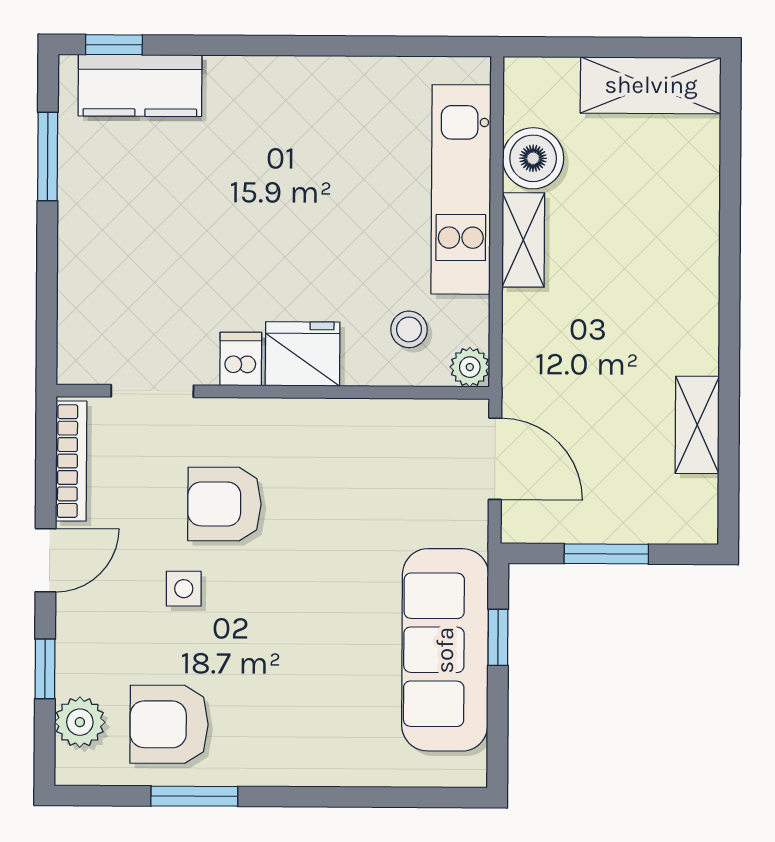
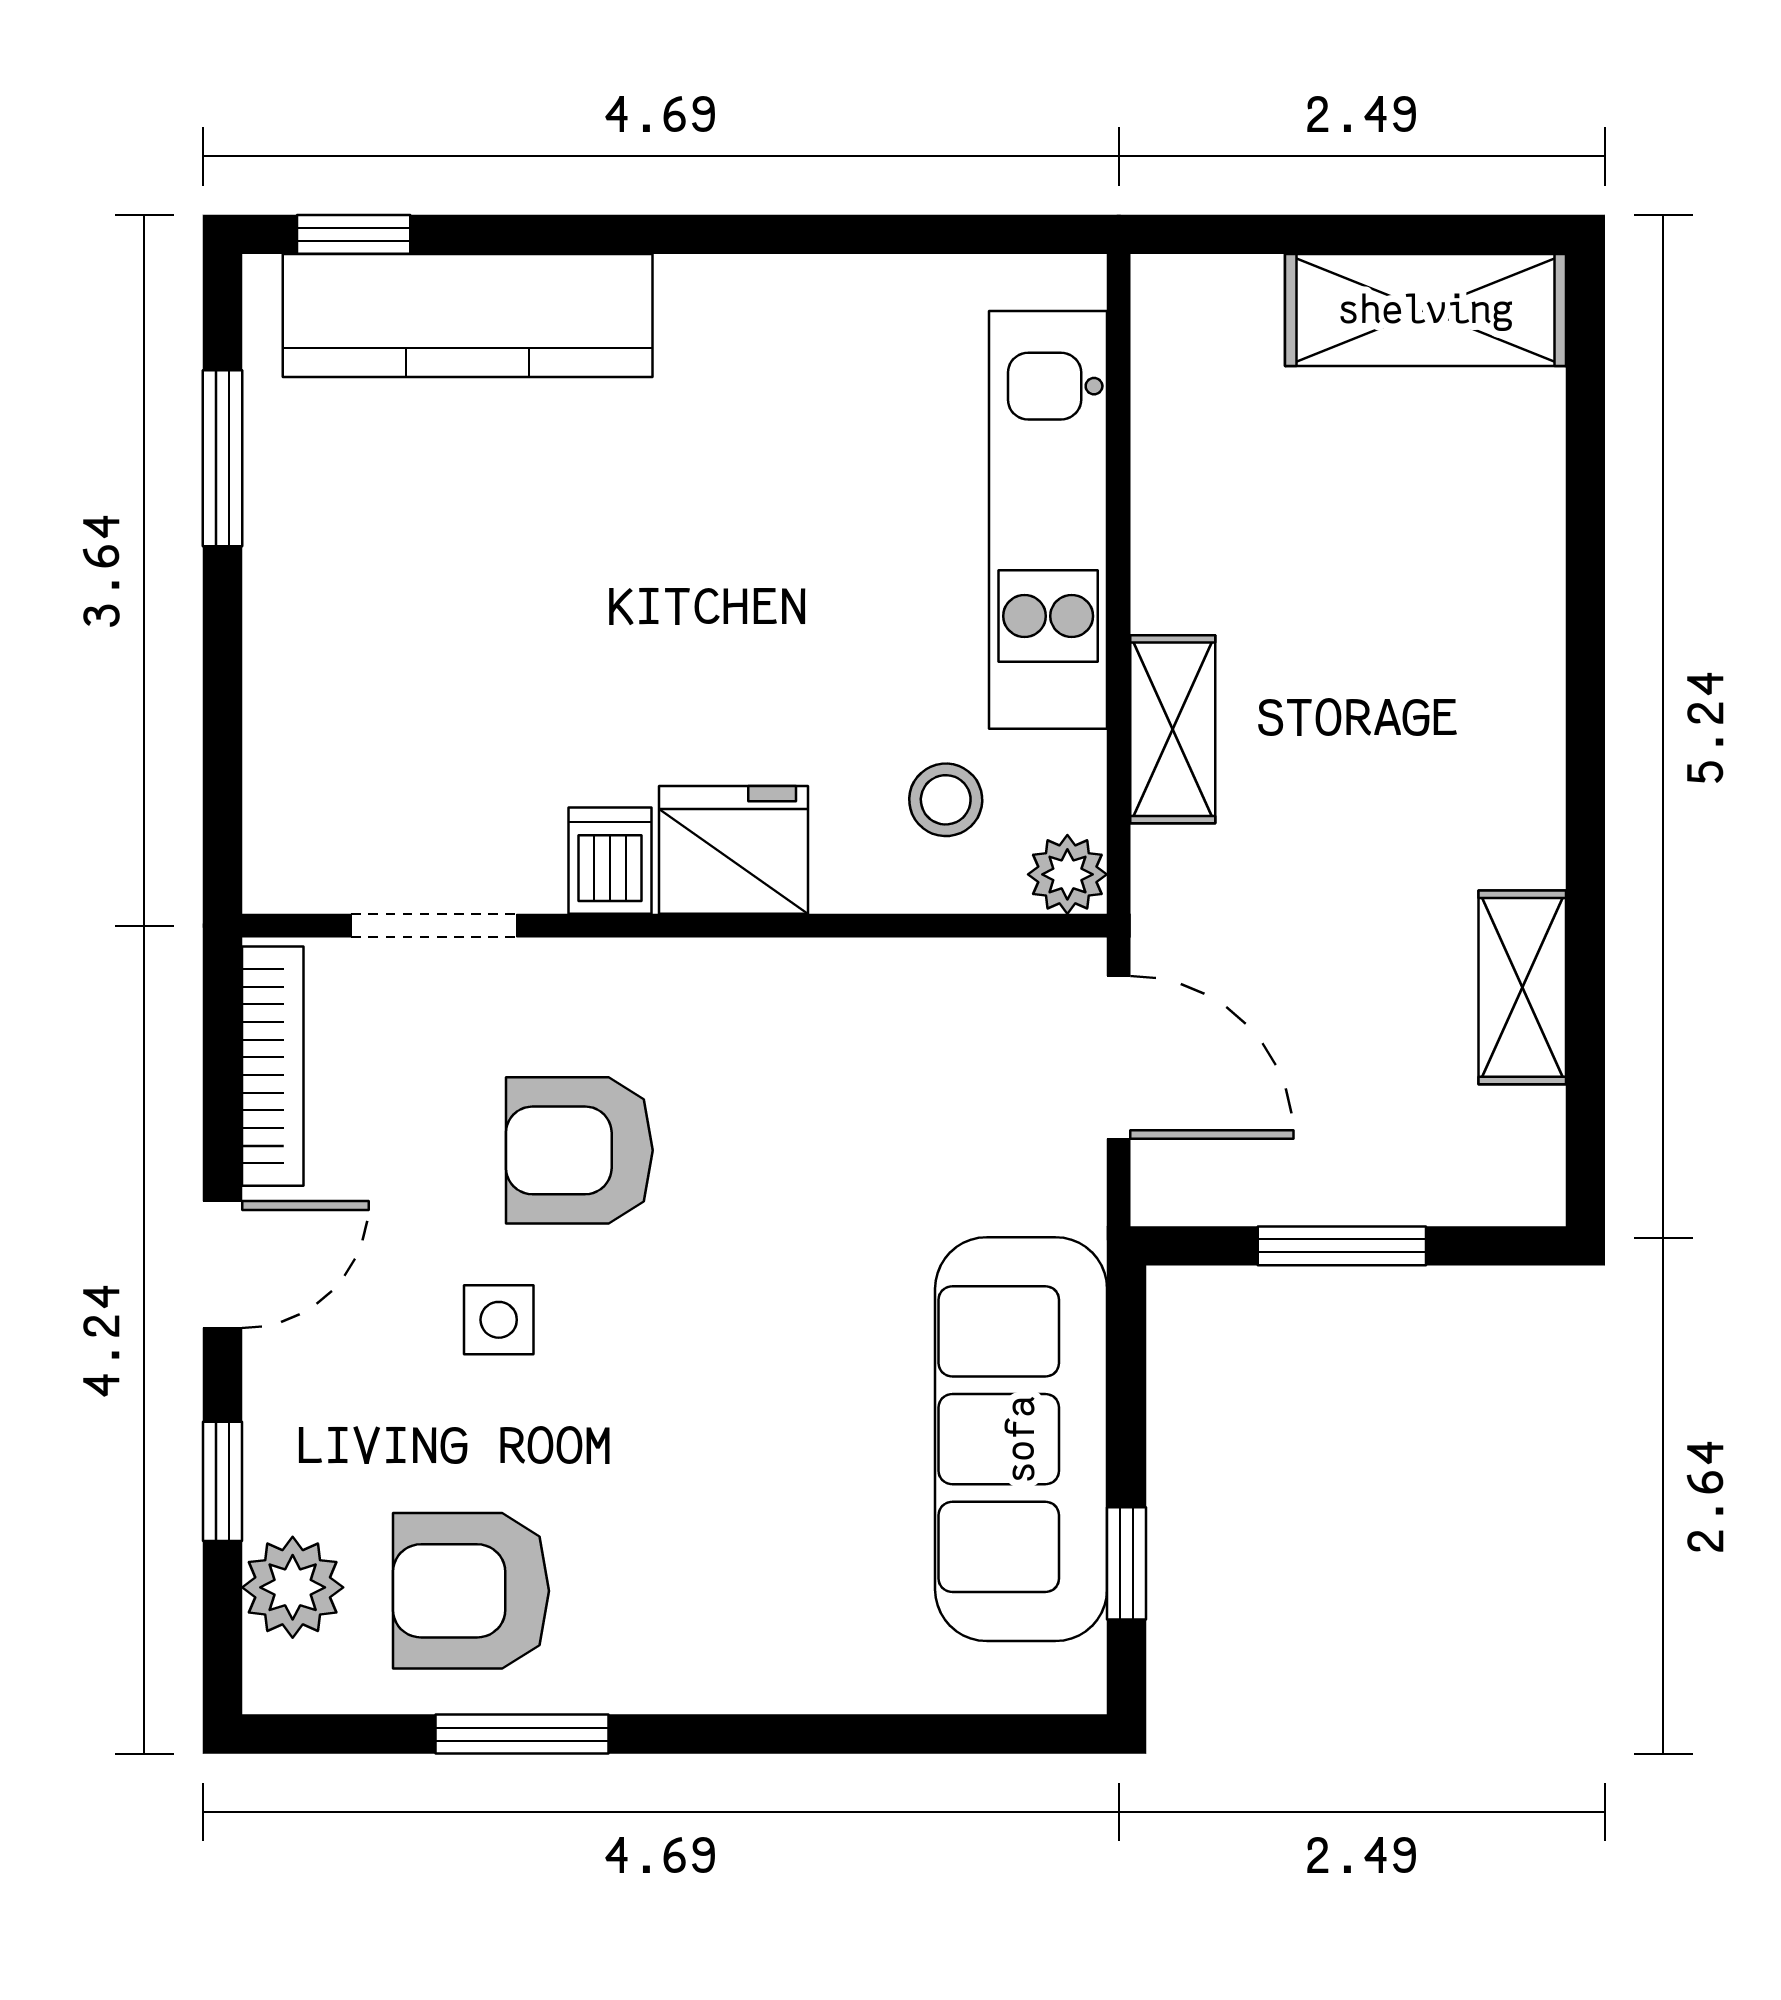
kitchen counter: (140, 85) -> (468, 316), width x1.50
boiler: (533, 158) -> (1192, 457), removed
shelving: (523, 240) -> (1173, 729), moved
window: (498, 637) -> (1127, 1563), moved

